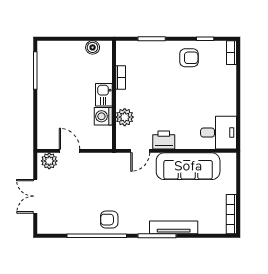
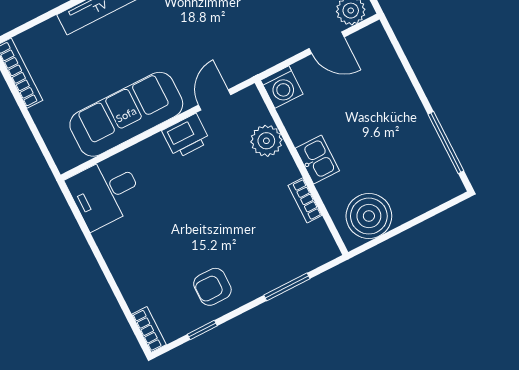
boiler: (93, 47) -> (369, 216), width x1.86, depth x1.86
washing machine: (103, 116) -> (282, 87), moved, turned 90

